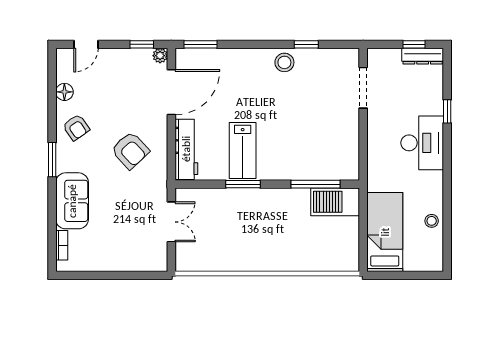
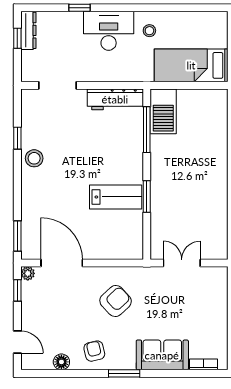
armchair: (76, 127) -> (94, 351), turned -68
workbench: (186, 149) -> (115, 99), moved, turned 180
stool: (432, 221) -> (149, 31), moved

